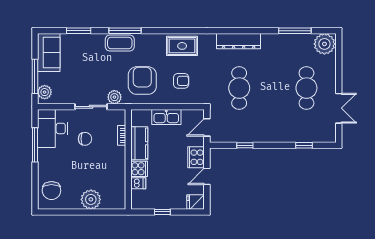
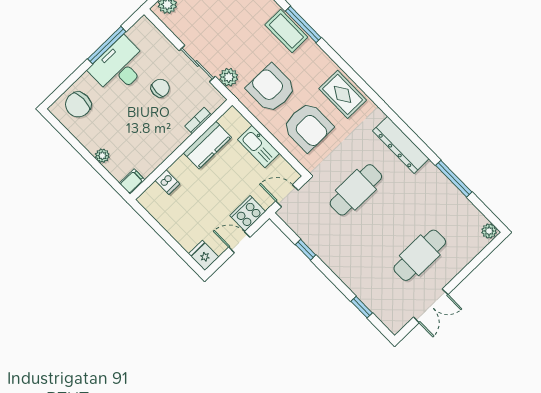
window: (295, 31) -> (454, 179), moved
plant: (324, 44) -> (489, 231), width x0.53, depth x0.53
armchair: (142, 81) -> (271, 88), turned -90
armchair: (181, 81) -> (308, 127), width x1.88, depth x1.88
desk: (53, 128) -> (119, 67), moved
chair: (85, 139) -> (160, 88), turned -90
cooker: (139, 169) -> (182, 169), removed
plant: (91, 199) -> (102, 156), width x0.53, depth x0.53
filing cabinet: (120, 202) -> (132, 182), added
window: (162, 212) -> (163, 233), removed

